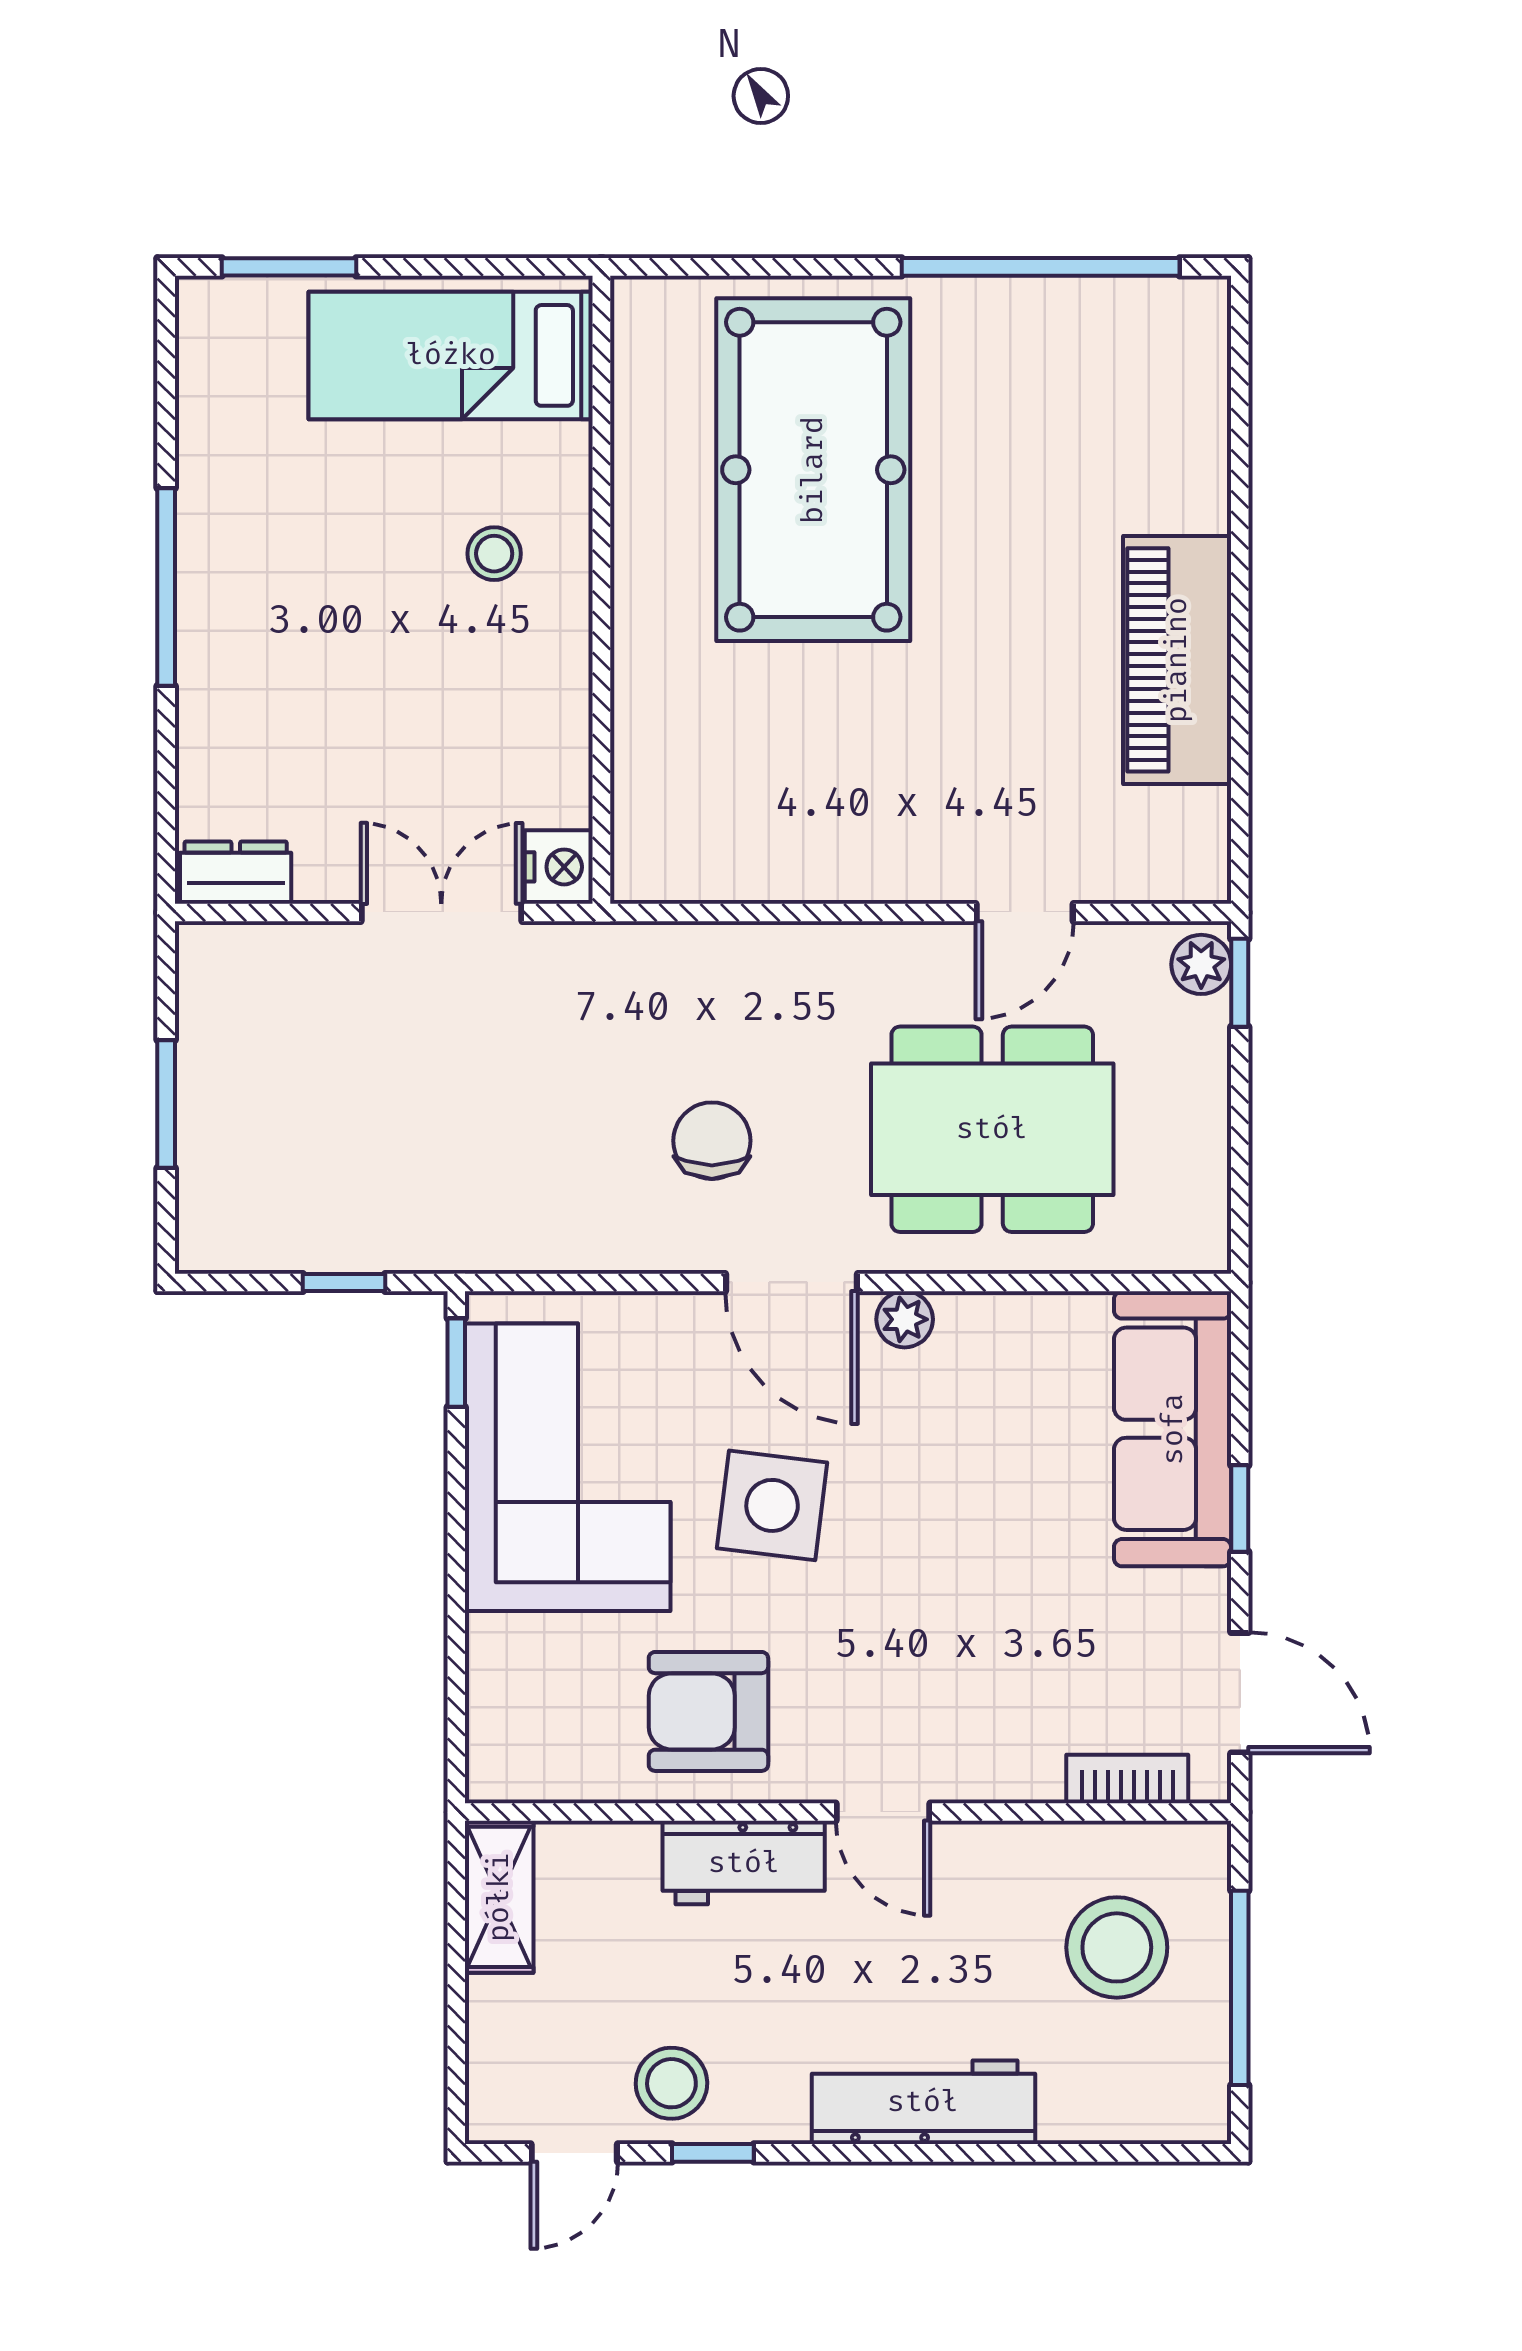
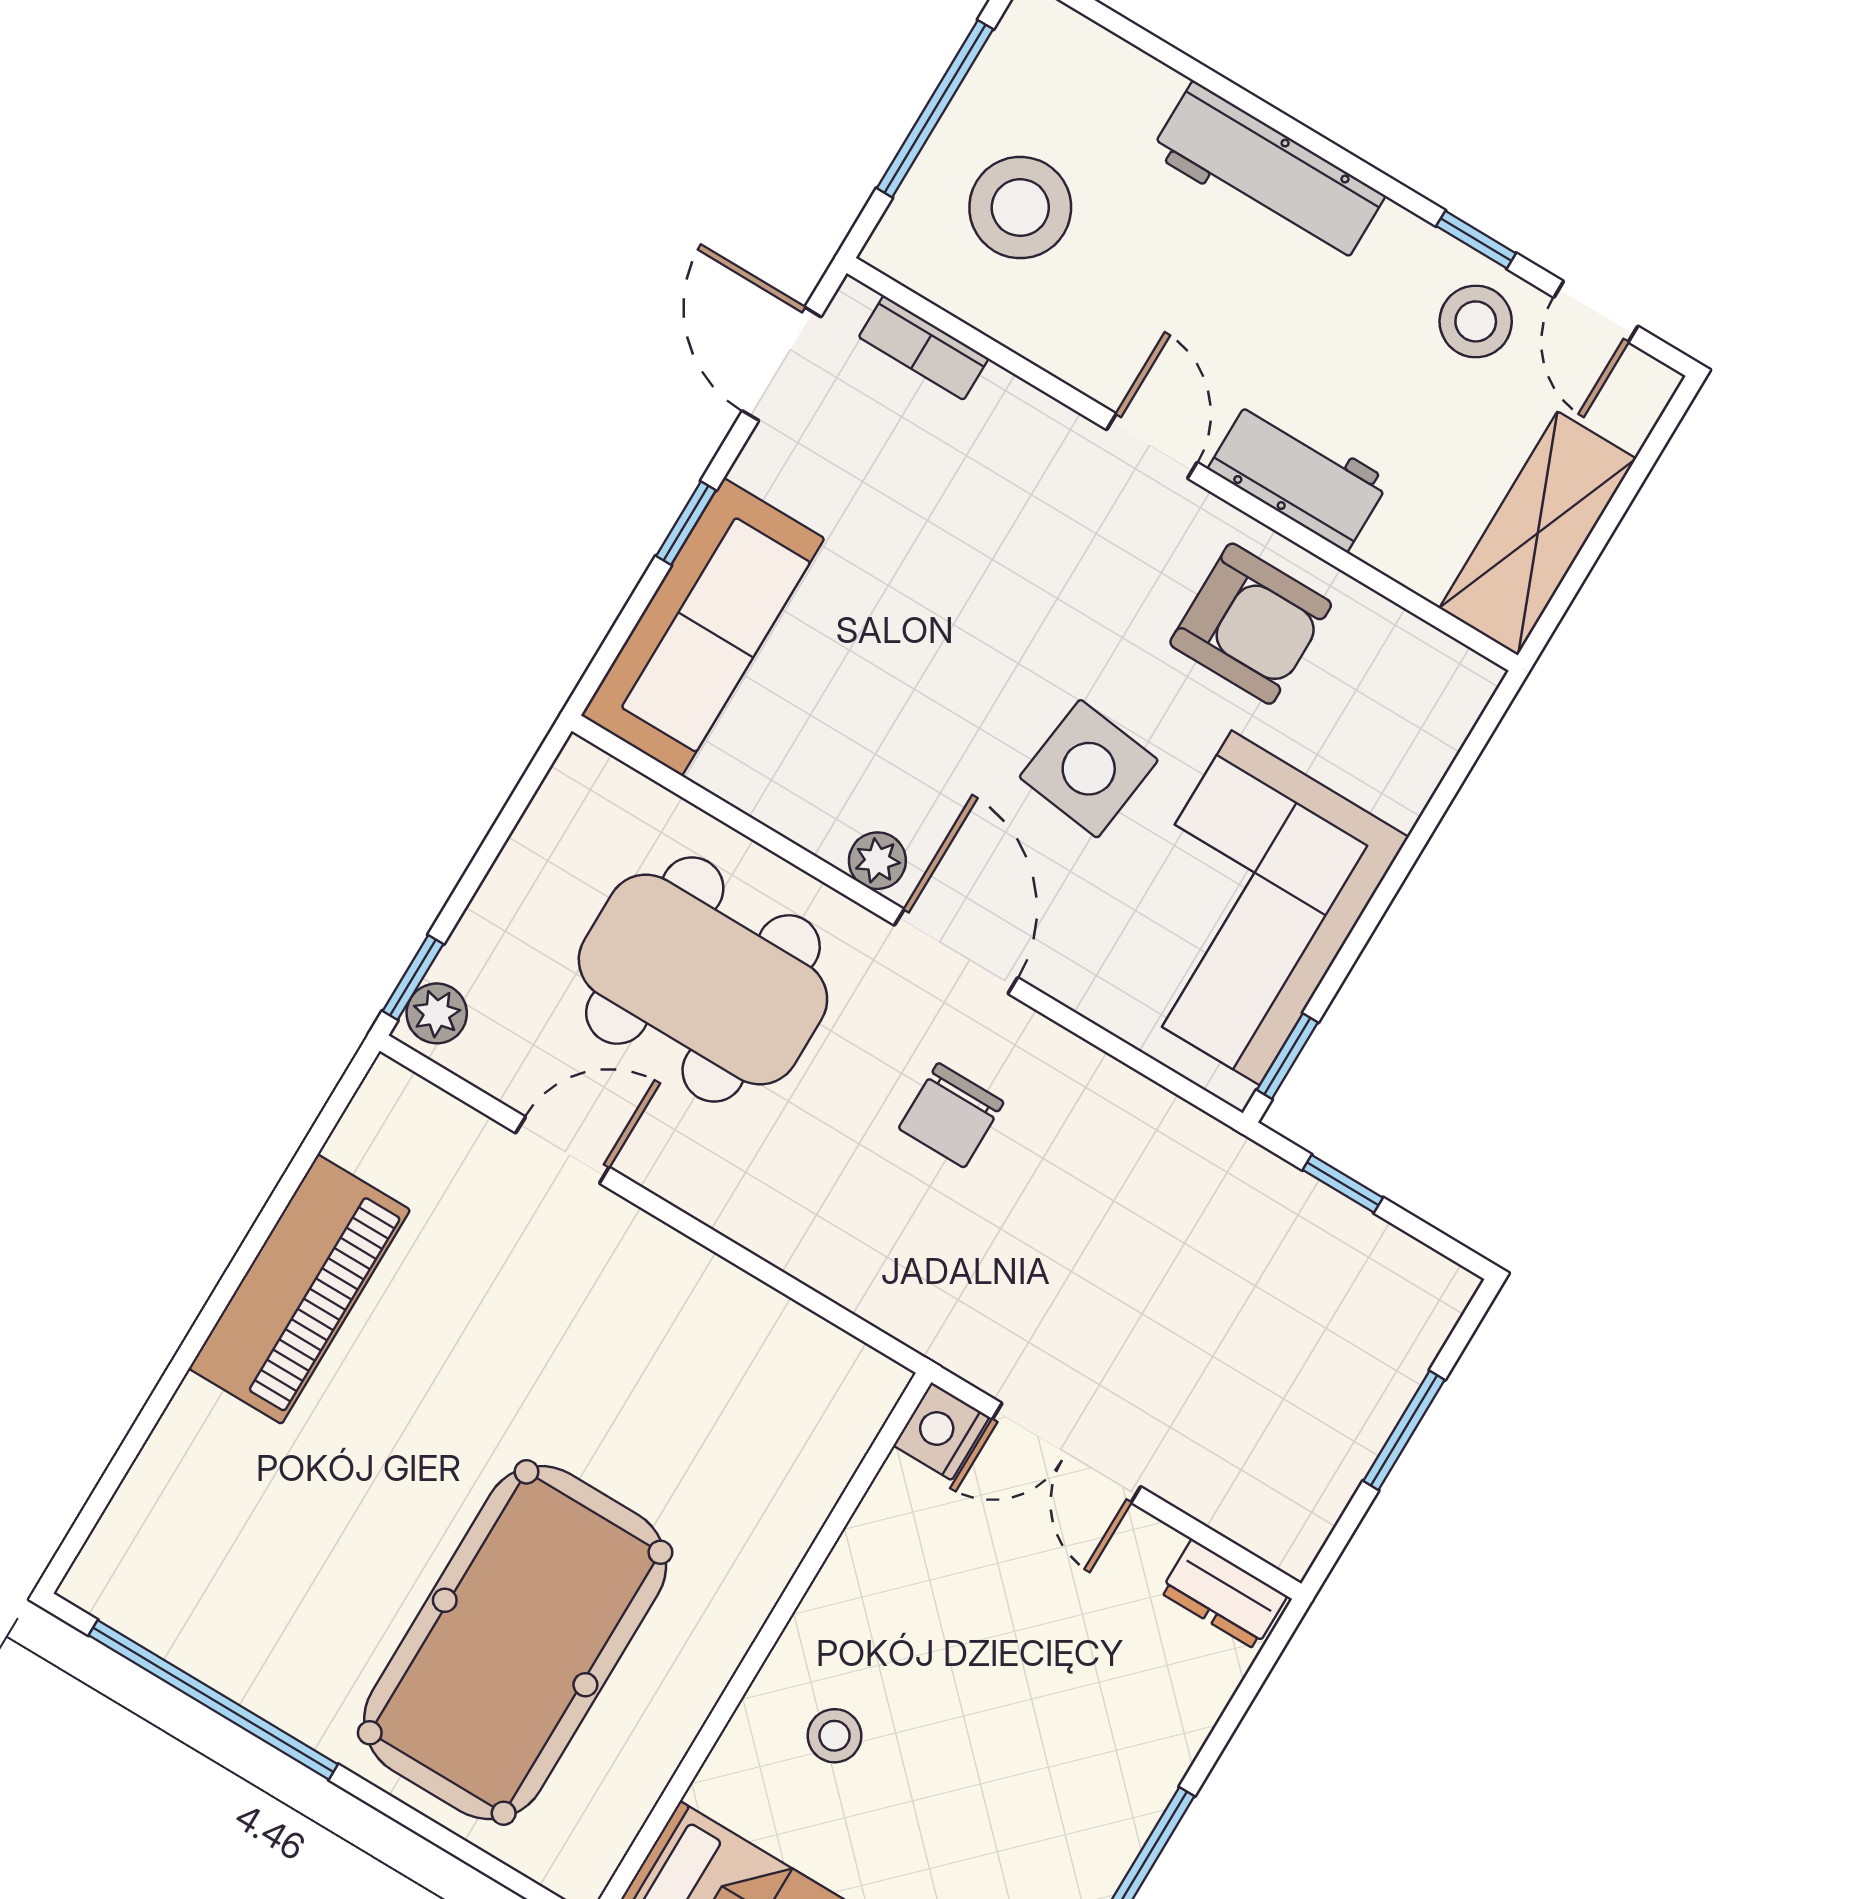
shelving: (499, 1897) -> (1538, 533), width x1.50, depth x1.33
door: (574, 2153) -> (1596, 312), swing flipped

